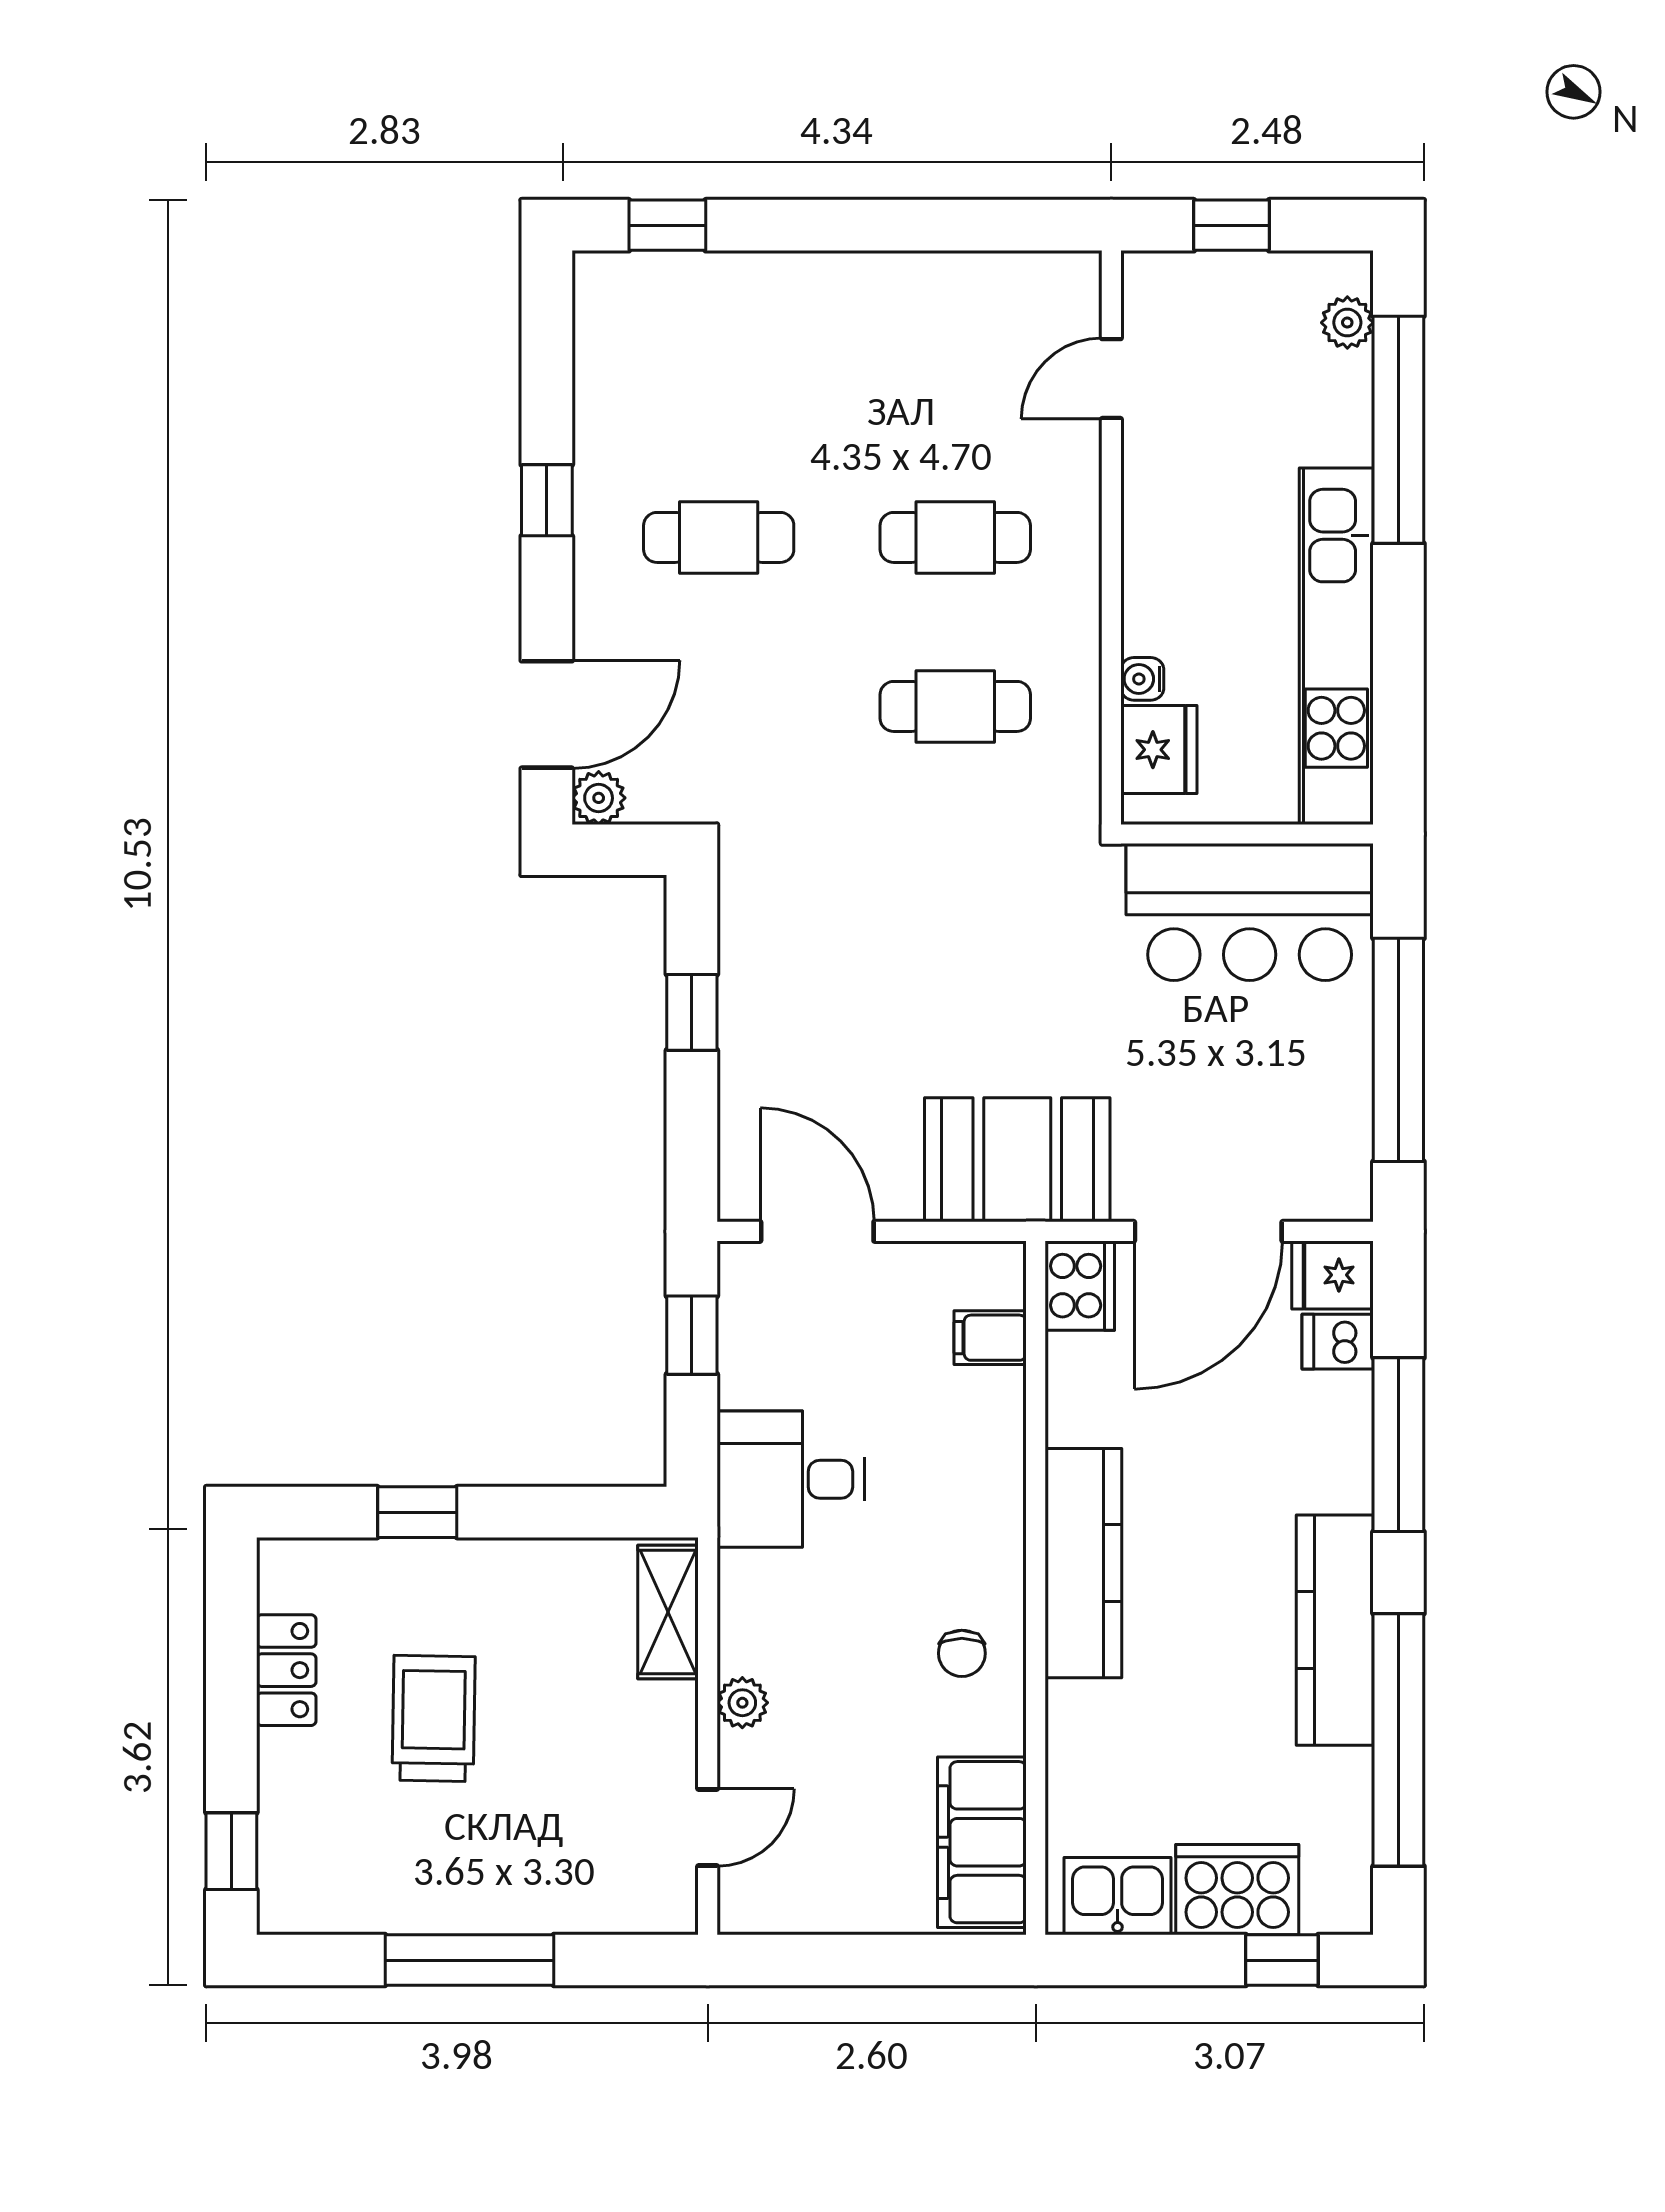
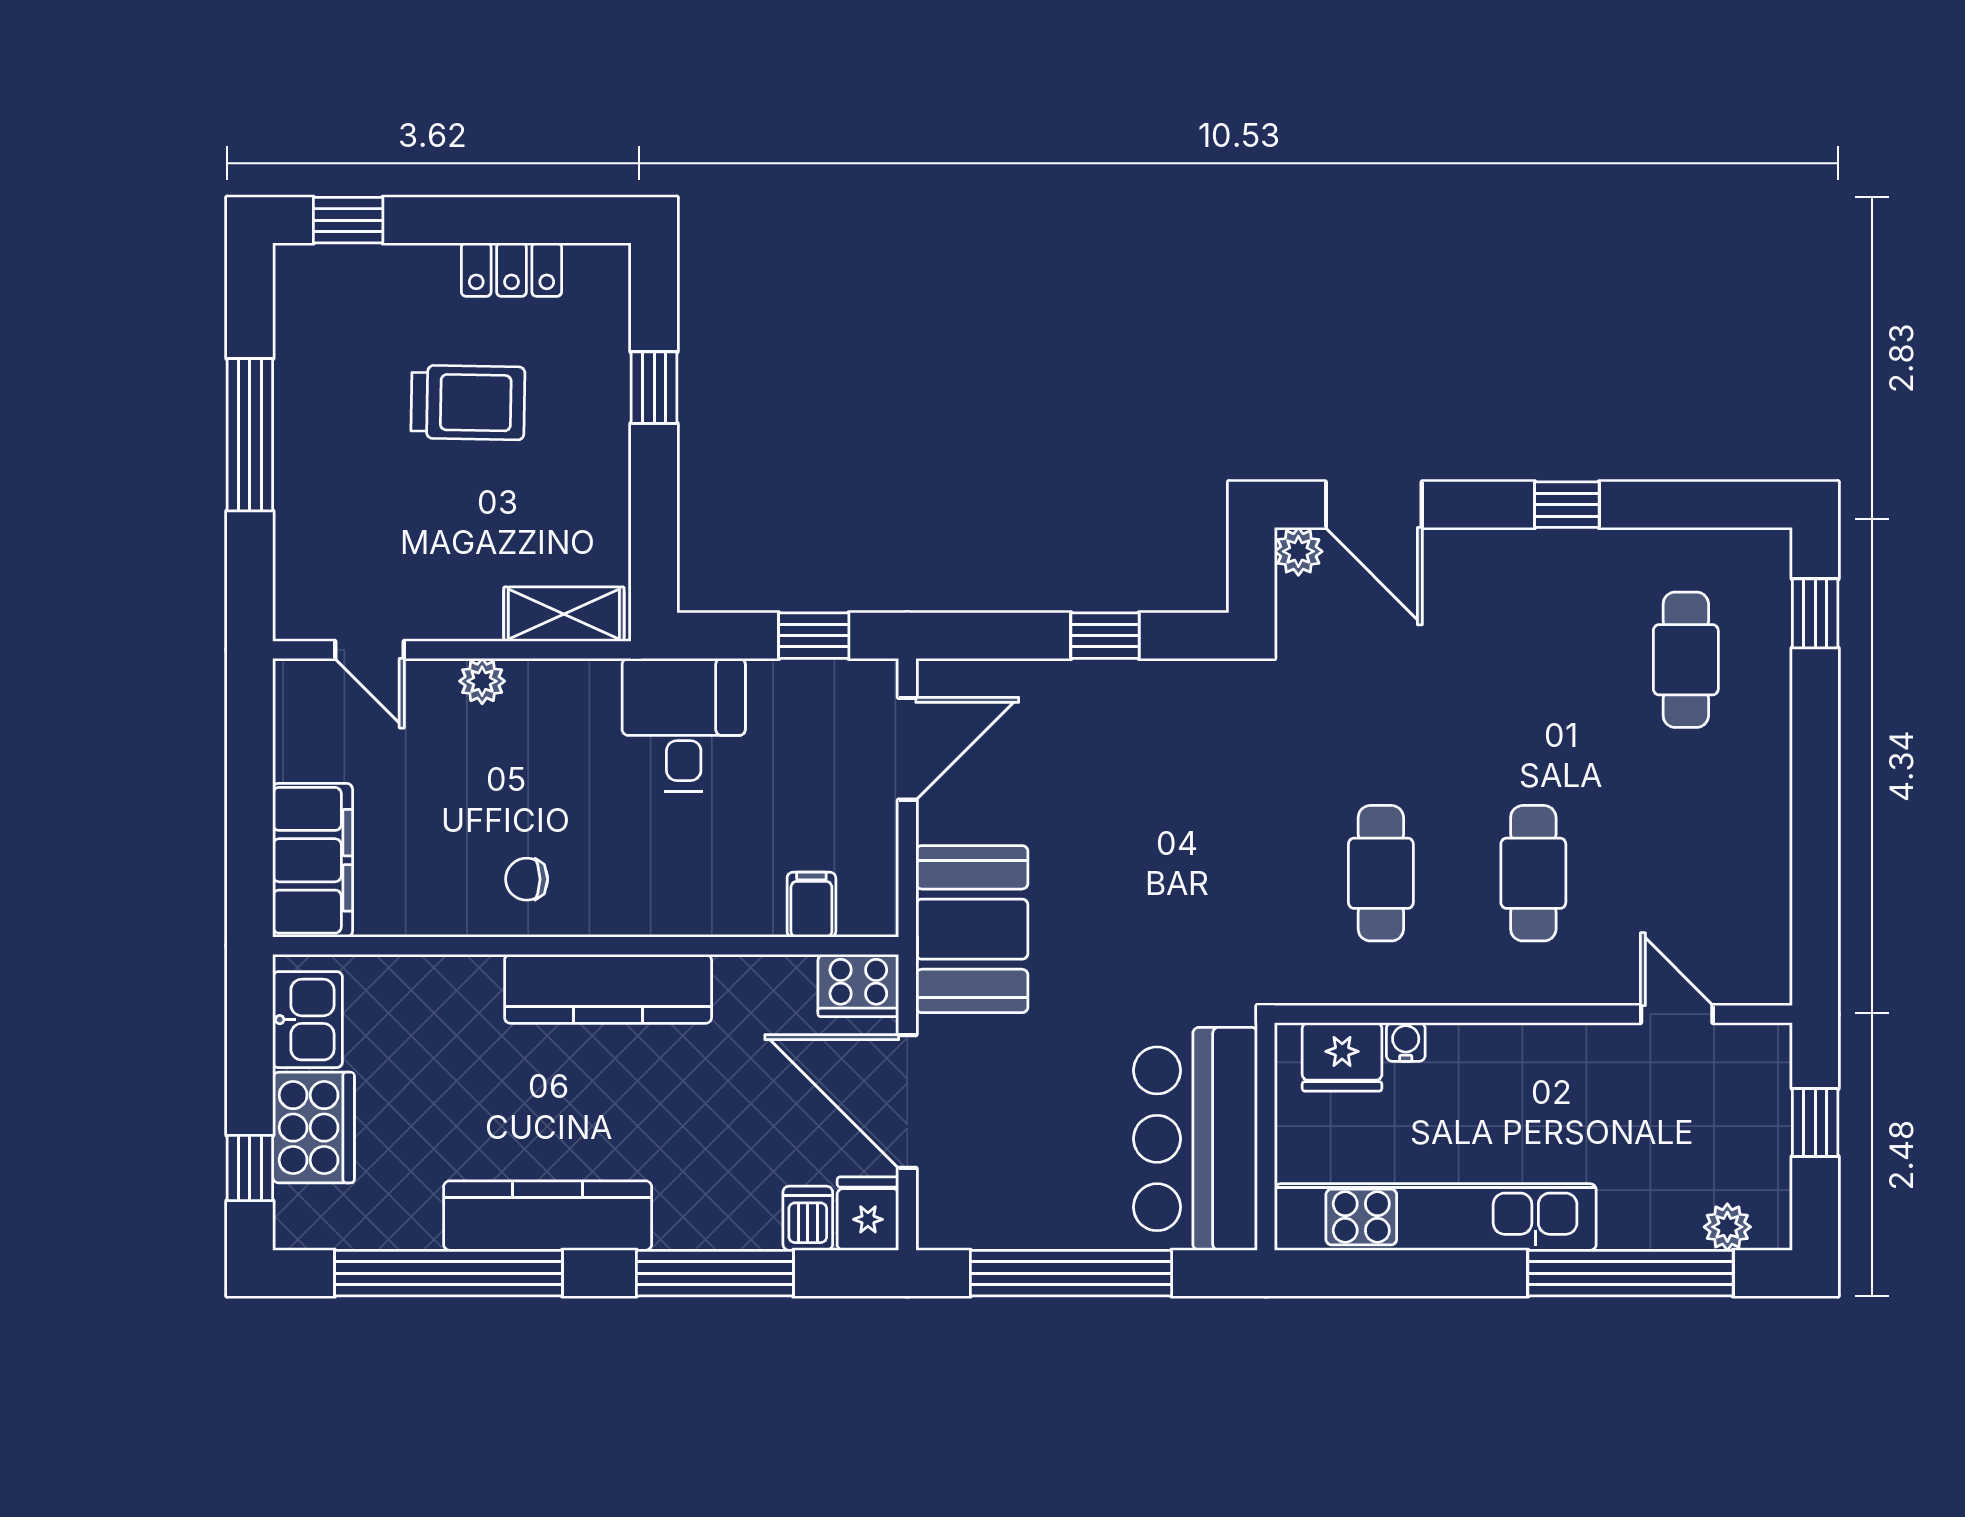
cafe table: (719, 537) -> (1686, 660), moved
filing cabinet: (982, 1842) -> (313, 860), moved, turned 90

